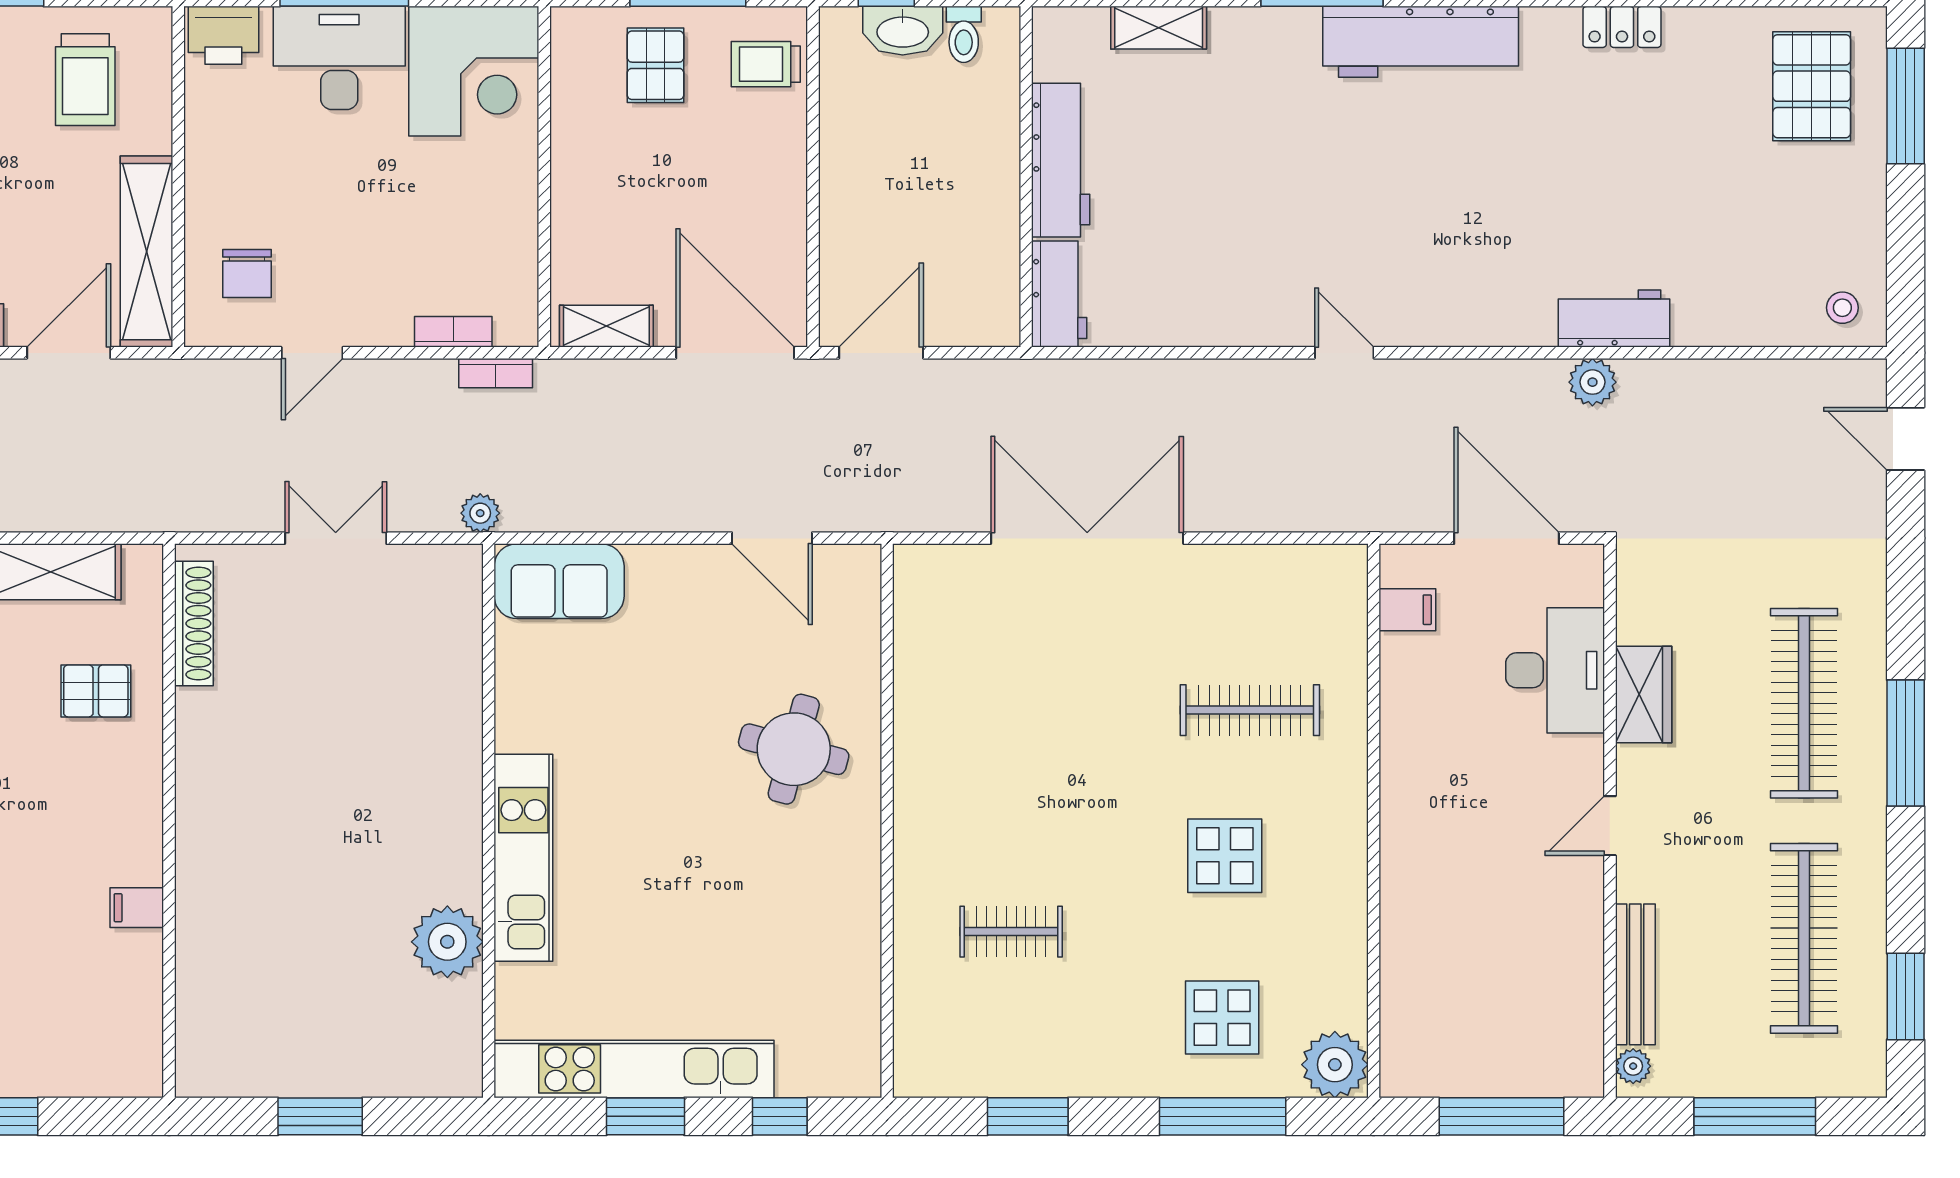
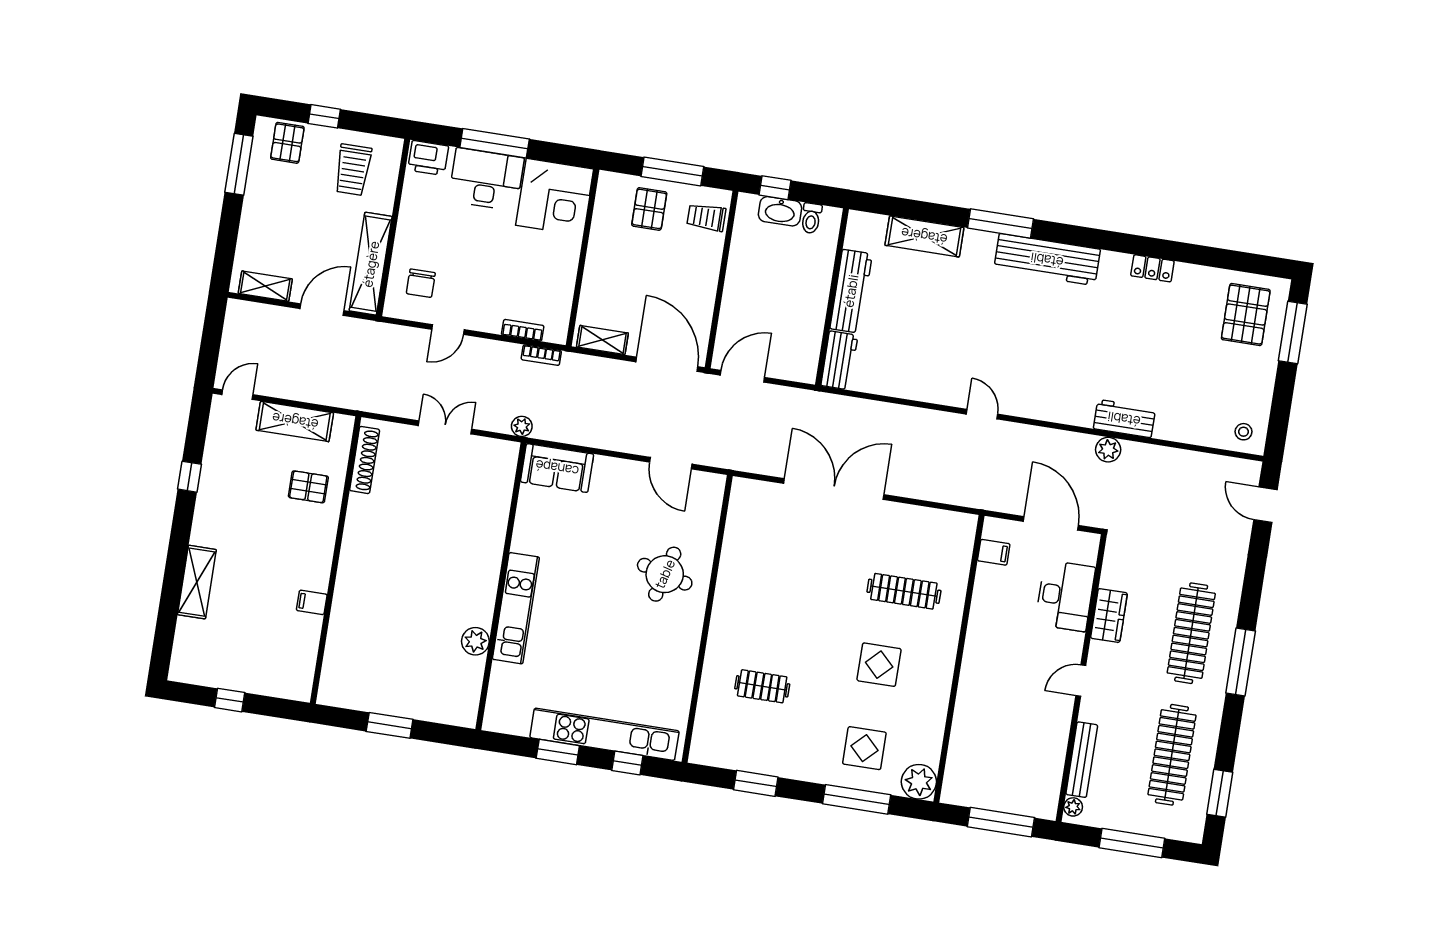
shelving: (1159, 28) -> (924, 236), width x1.50, depth x1.33
plant: (447, 942) -> (475, 641), width x0.73, depth x0.73
kitchen unit: (634, 1069) -> (604, 734), moved

